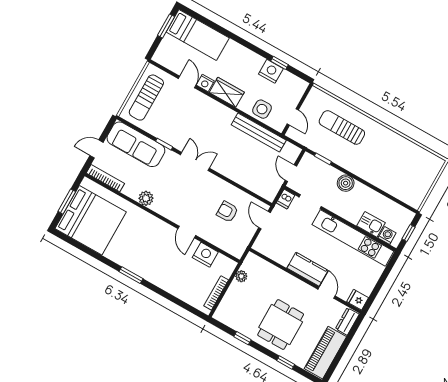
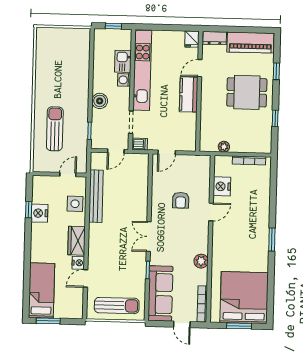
sun lounger: (342, 127) -> (55, 129), turned 180
armchair: (227, 212) -> (181, 200), moved
washing machine: (387, 235) -> (124, 80), moved

